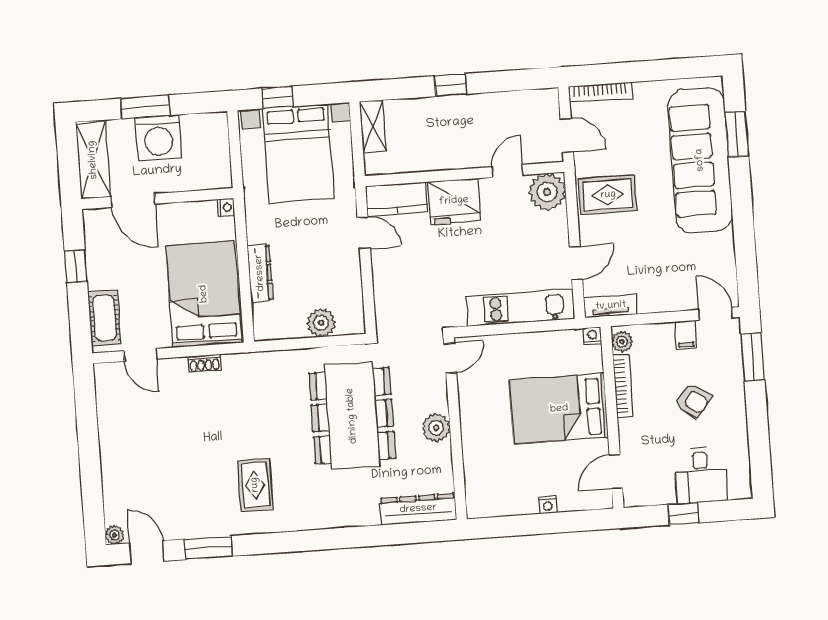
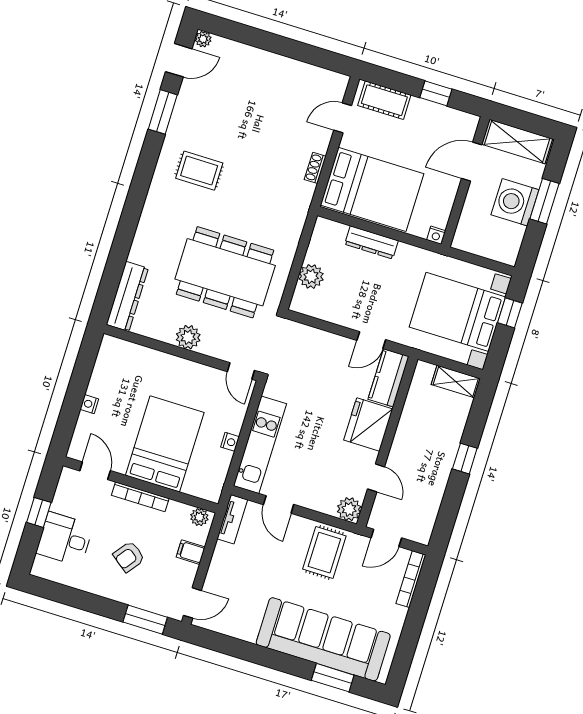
plant: (547, 192) -> (349, 509), width x0.73, depth x0.73
filing cabinet: (686, 335) -> (191, 552), moved
nightstand: (592, 336) -> (230, 442), moved
bookcase: (623, 386) -> (140, 497), moved

